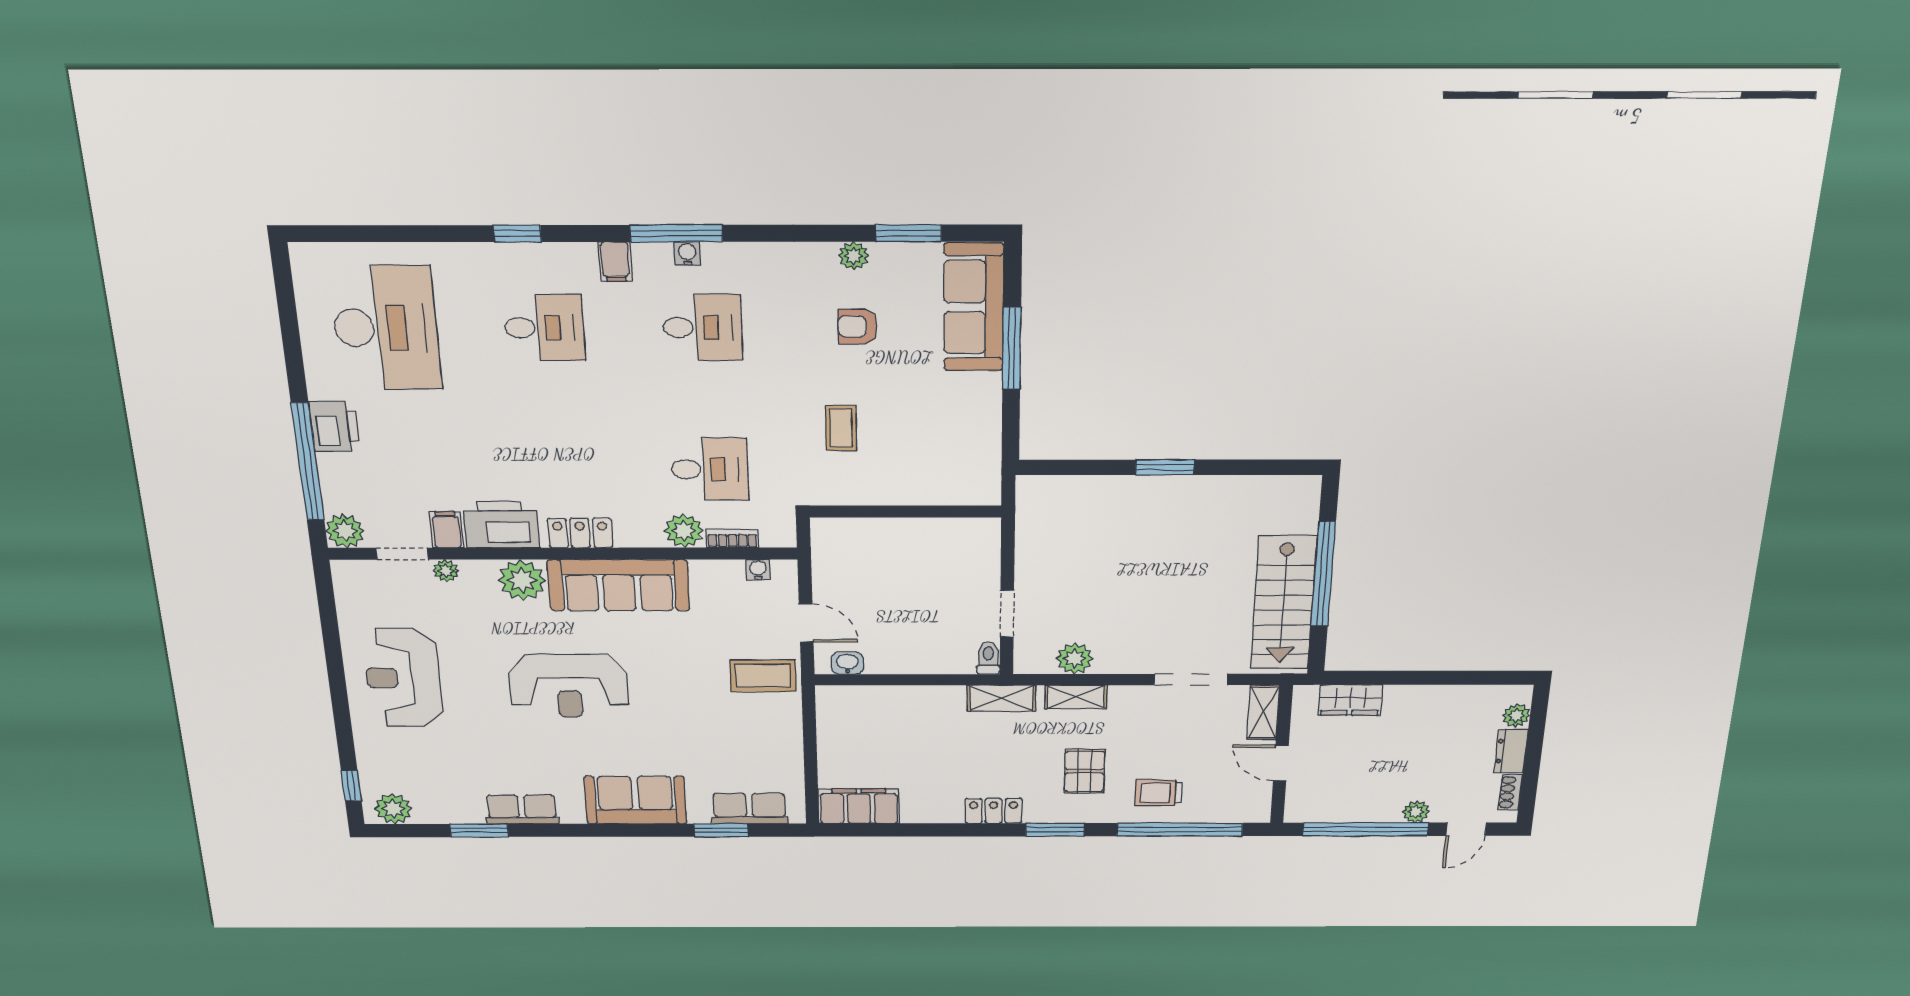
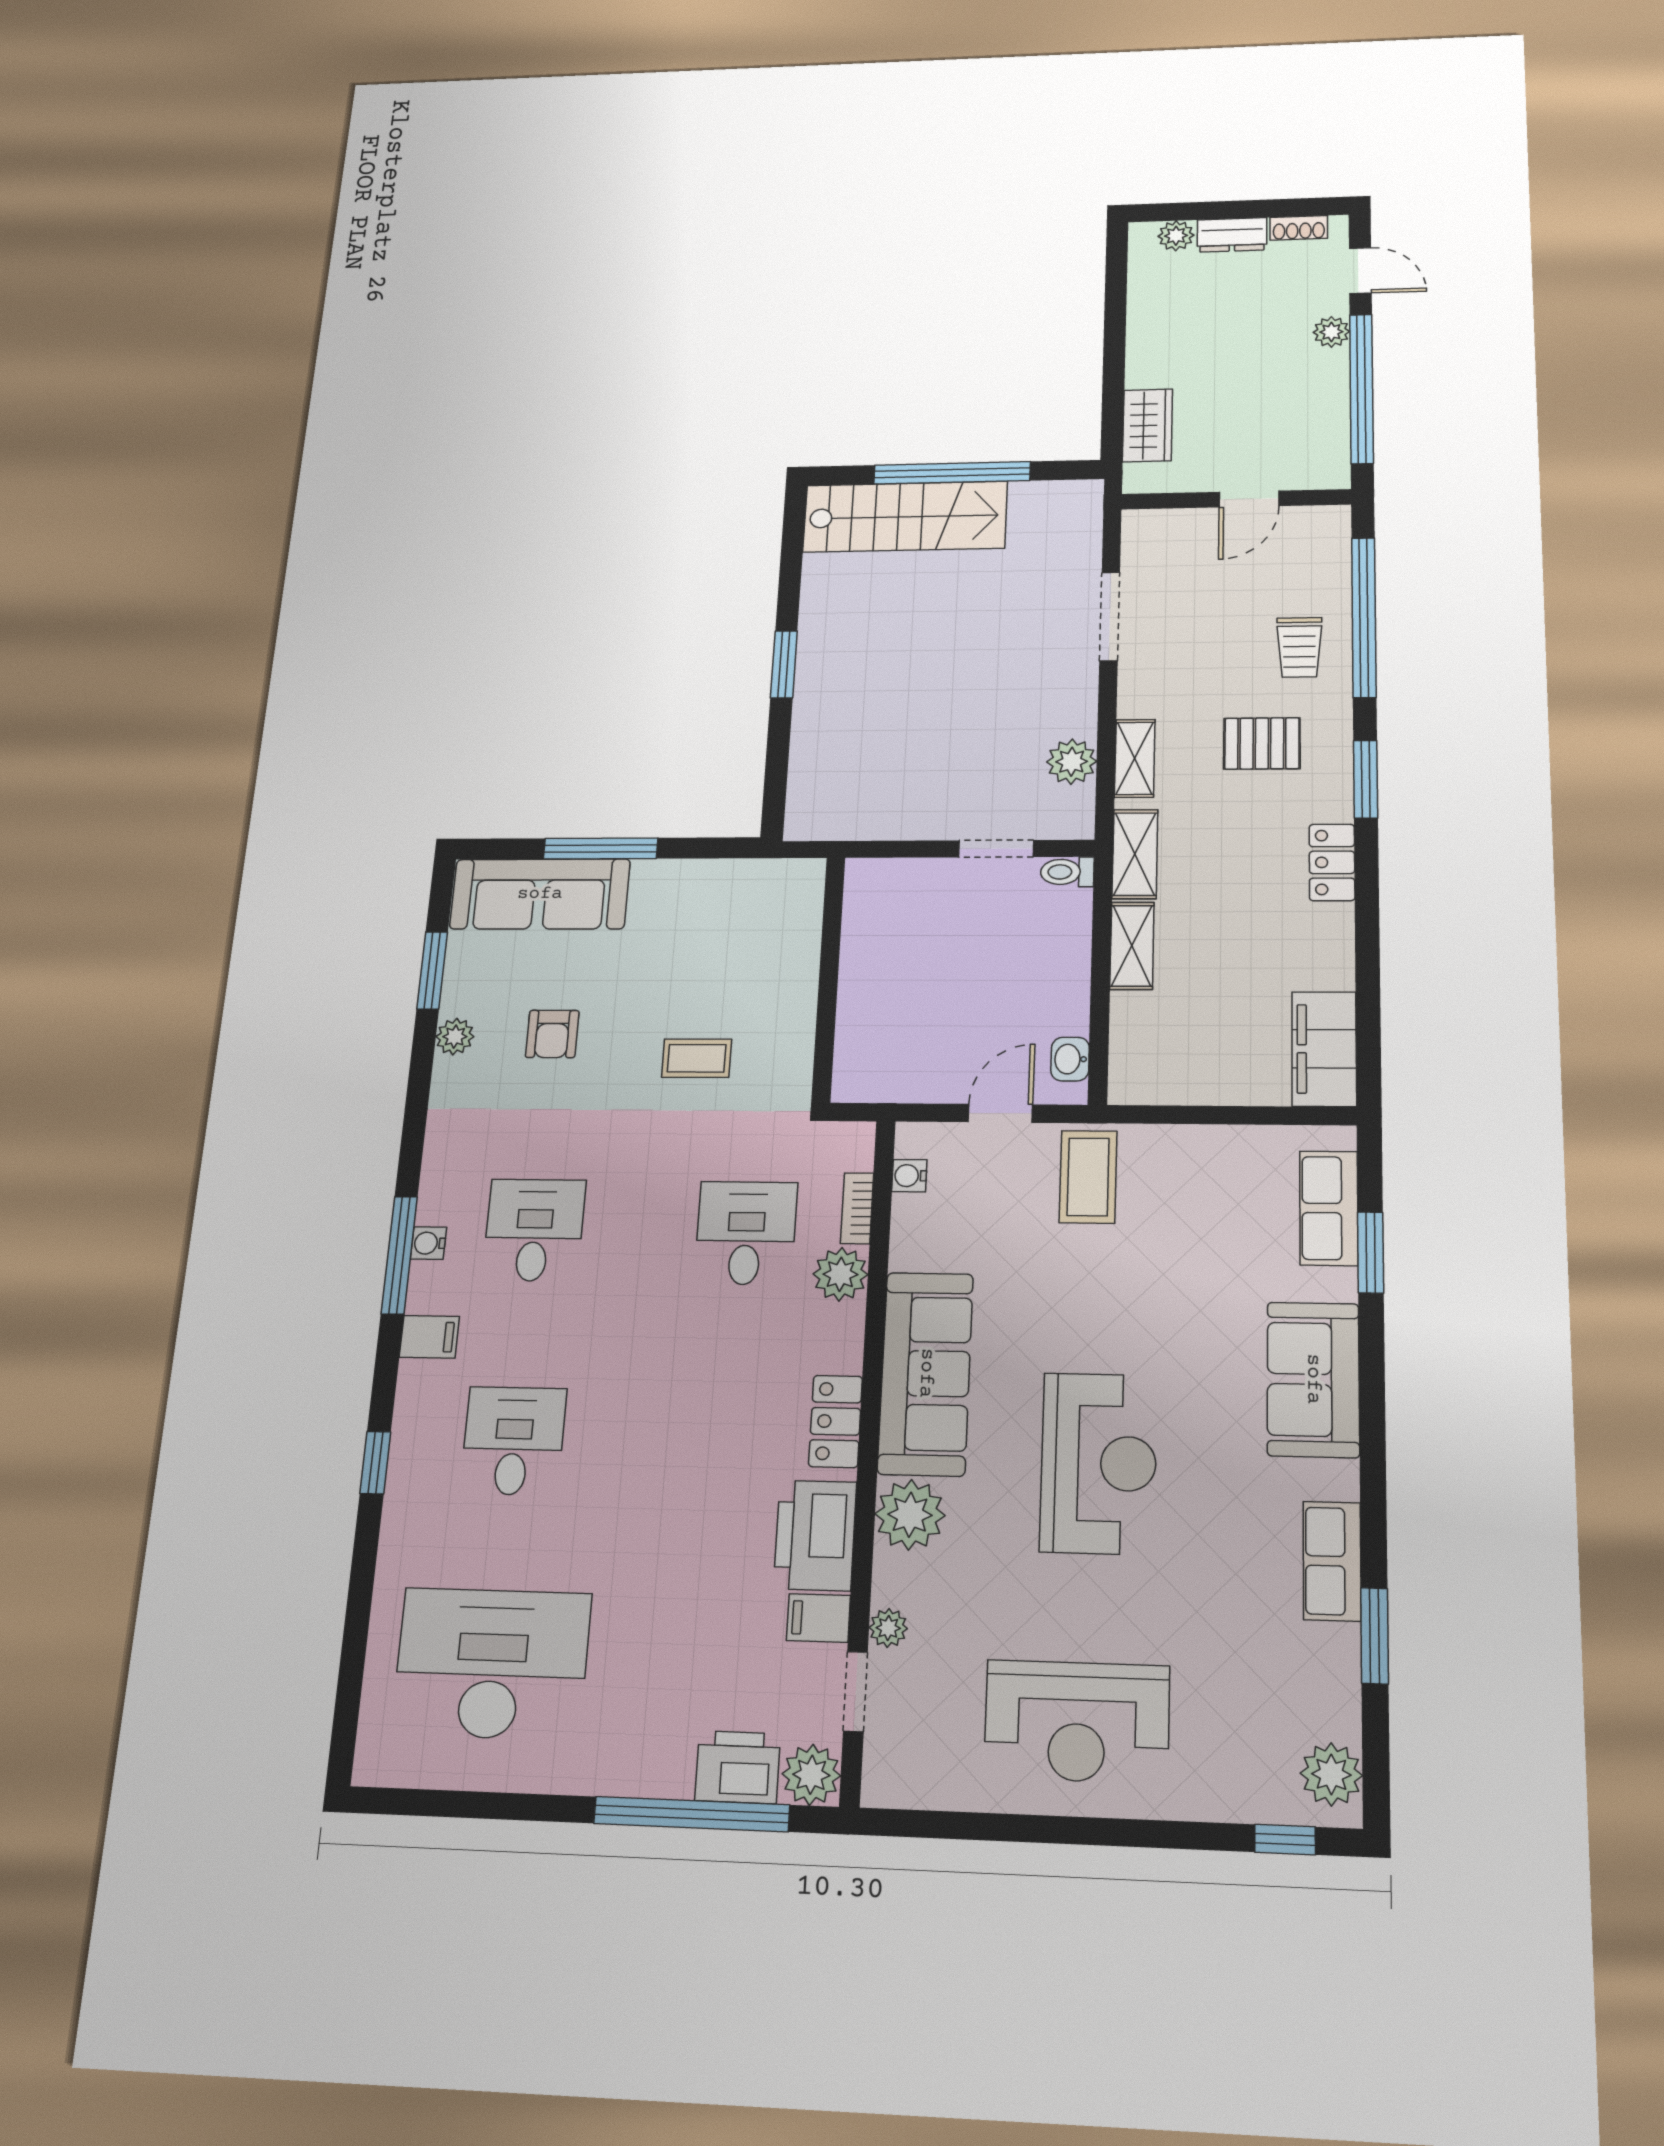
printer: (335, 426) -> (738, 1767), moved
stairs: (1283, 603) -> (905, 517), moved
shelving: (1263, 712) -> (1132, 946), moved, turned 90

